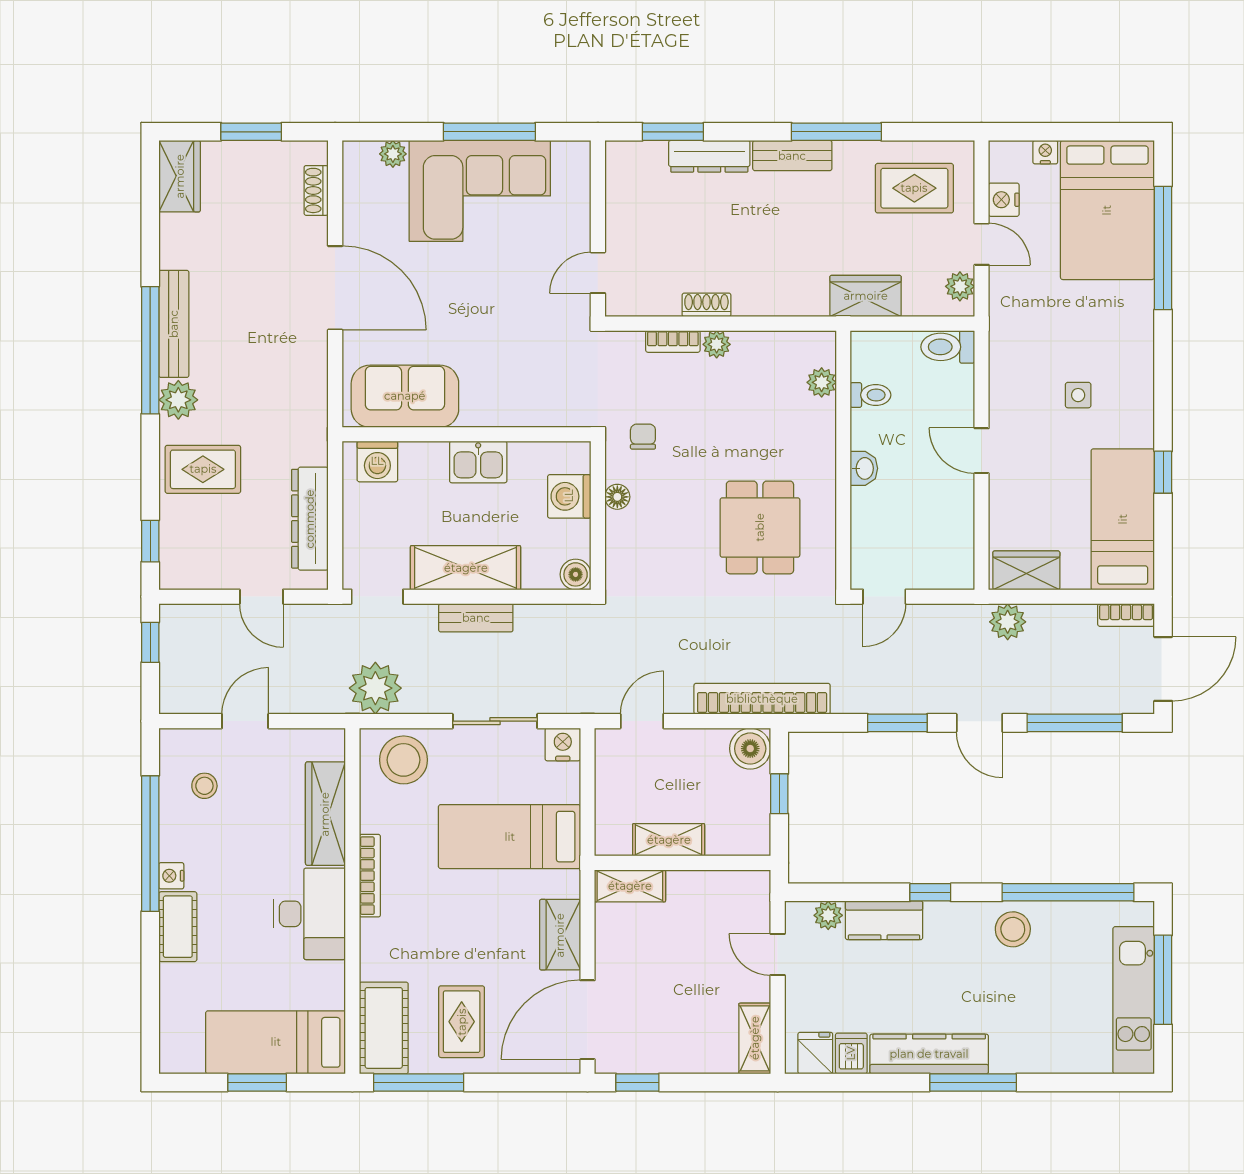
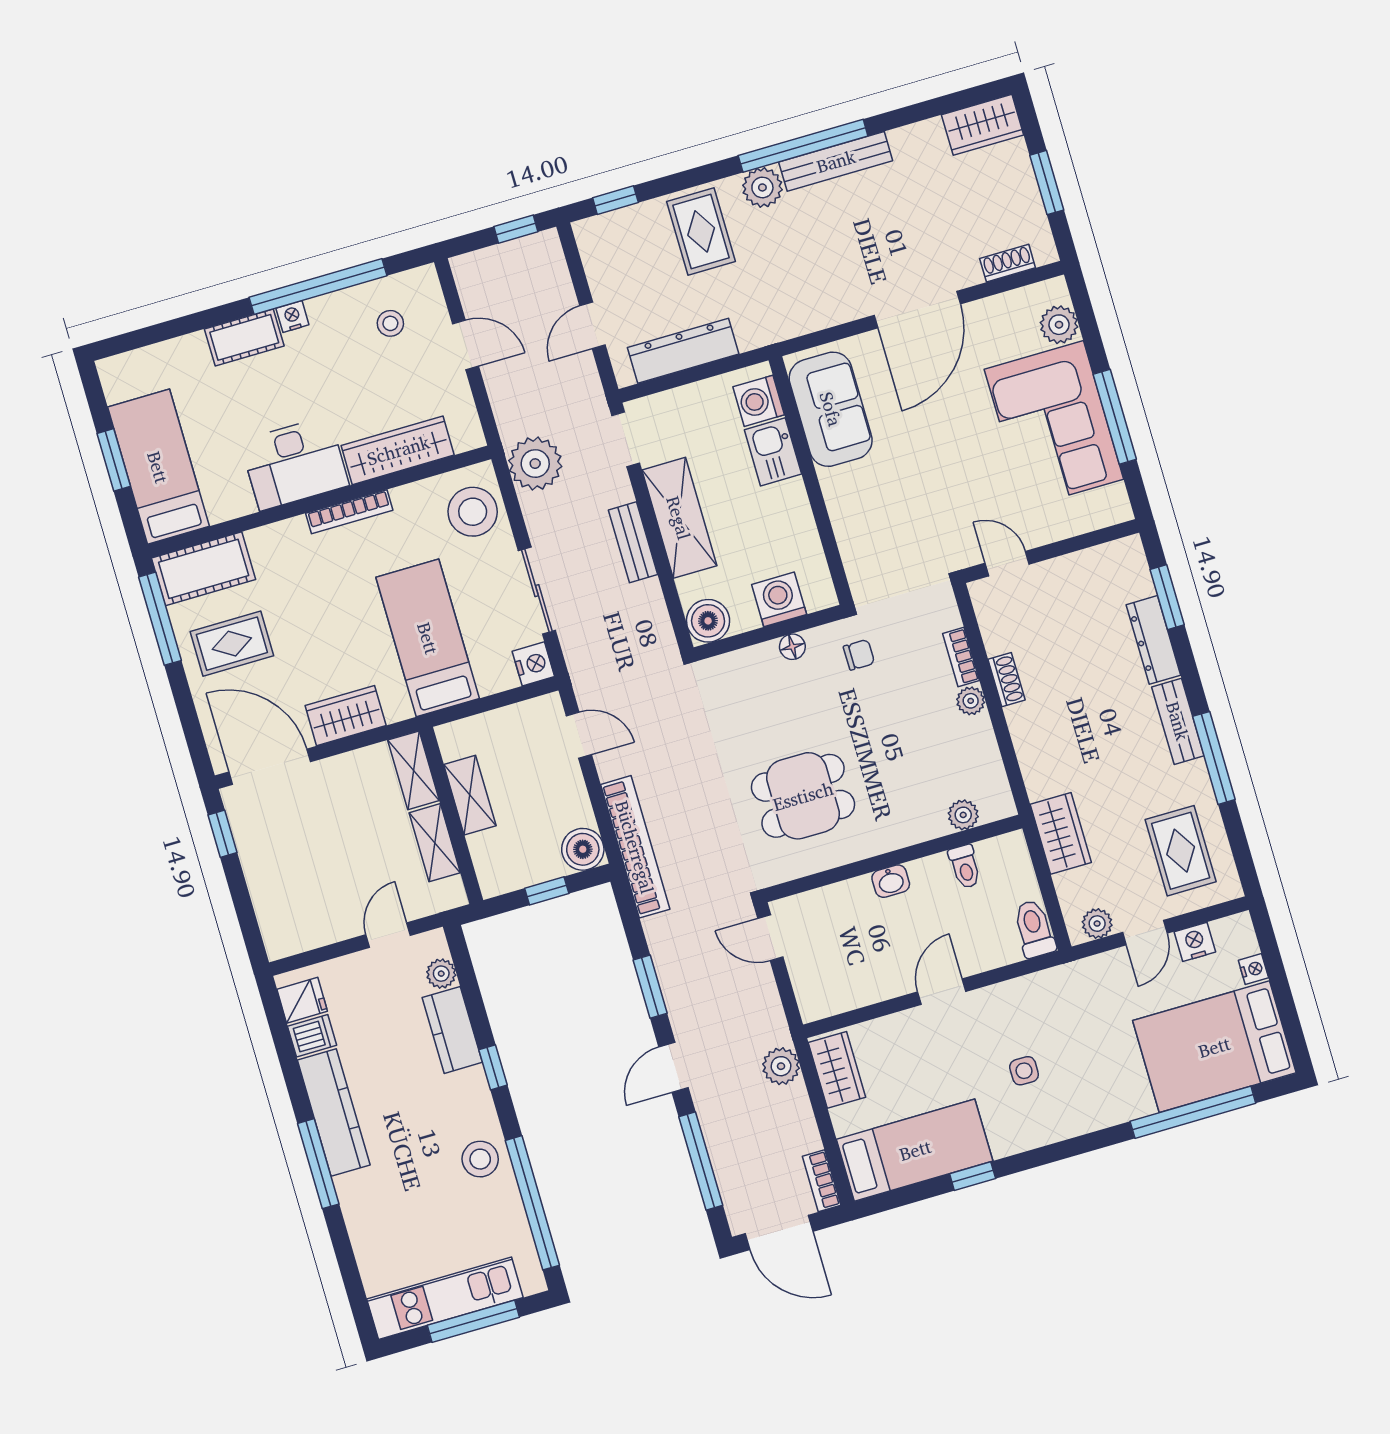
plant: (393, 154) -> (1059, 325), width x1.38, depth x1.38
kitchen sink: (478, 462) -> (773, 452), moved
boiler: (576, 574) -> (708, 621), width x1.36, depth x1.36
shelving: (755, 1038) -> (435, 843), moved, turned 90

